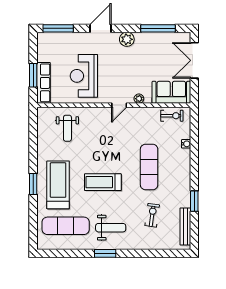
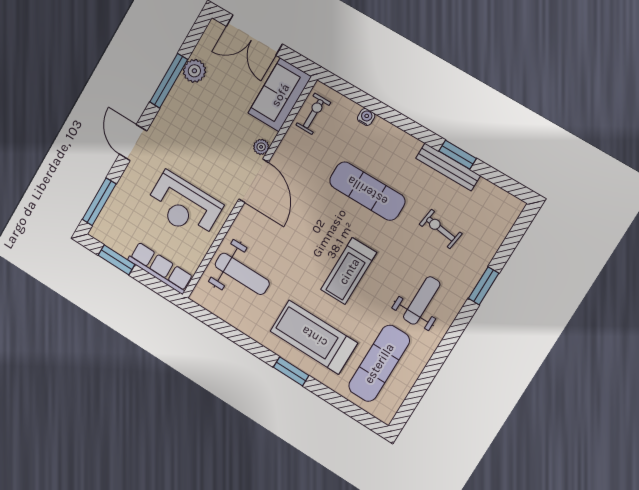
window: (158, 28) -> (169, 81), moved
plant: (127, 39) -> (194, 71), moved
window: (33, 75) -> (116, 260), moved
door: (119, 105) -> (254, 181), width x1.87
weight bench: (67, 128) -> (242, 274), width x1.36, depth x1.33
bench: (185, 226) -> (448, 167), moved
window: (105, 253) -> (484, 286), moved

